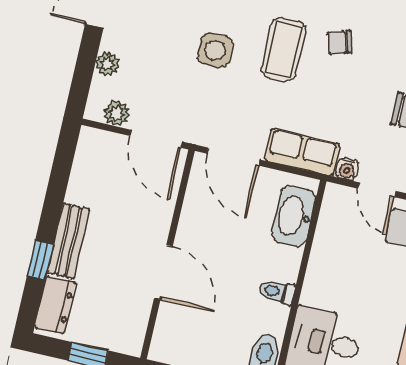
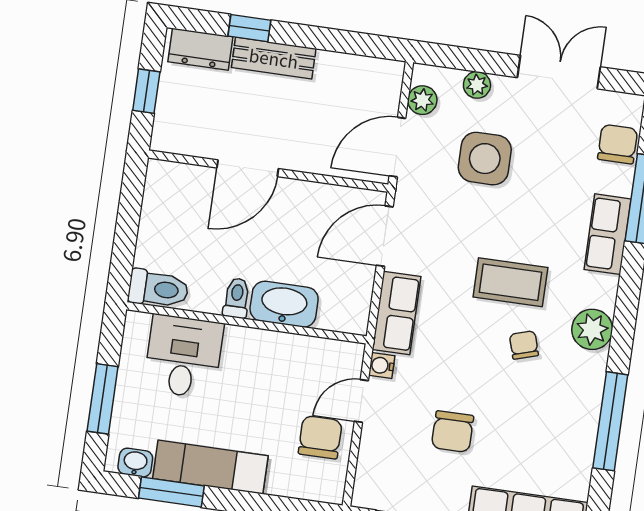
side table: (215, 50) -> (485, 159), moved, width x1.37, depth x1.37
washbasin: (294, 216) -> (284, 304), moved

